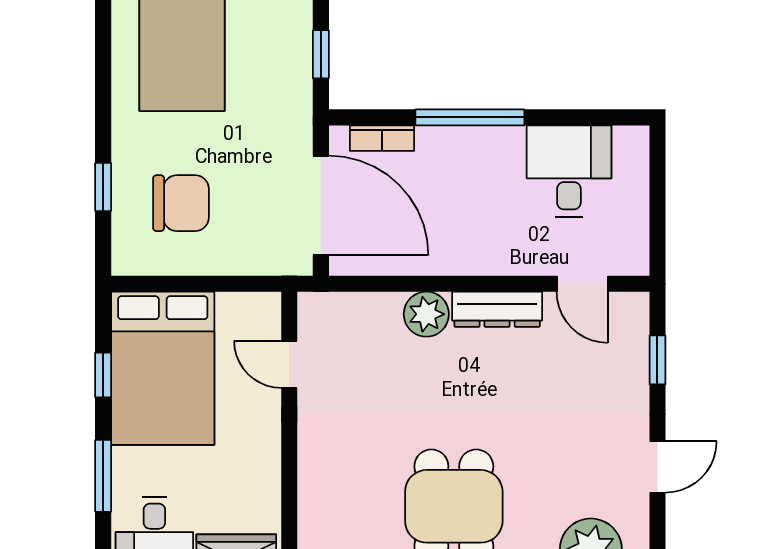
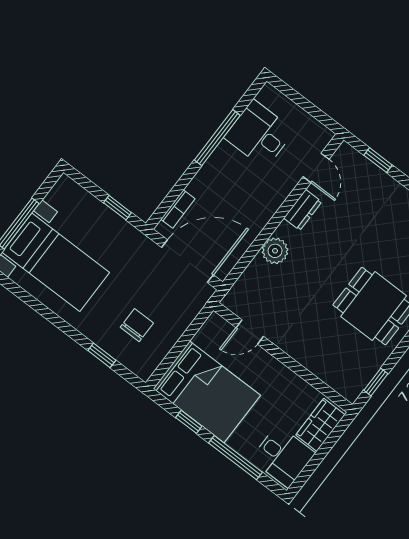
window: (470, 117) -> (217, 138), moved
chair: (181, 203) -> (137, 325), width x0.73, depth x0.73
door: (582, 284) -> (316, 168), hinge flipped
dresser: (497, 309) -> (303, 210), width x0.70
window: (103, 476) -> (235, 458), width x1.44

